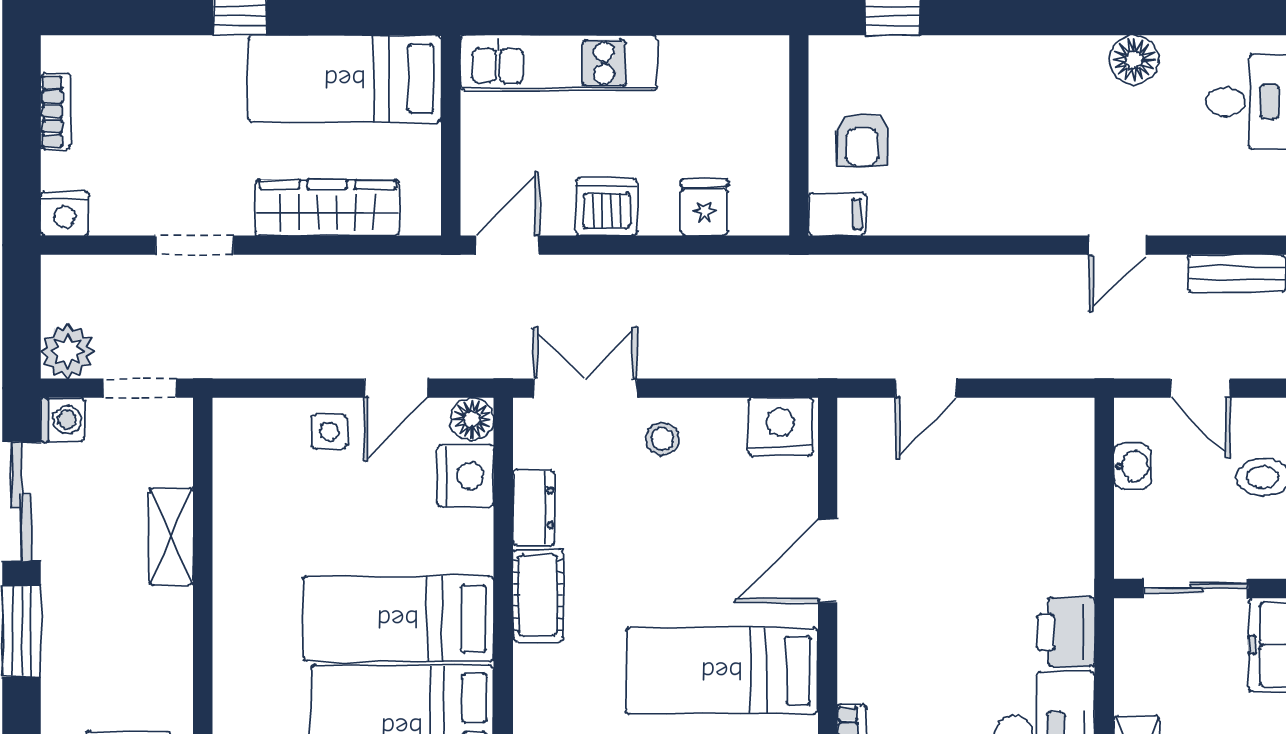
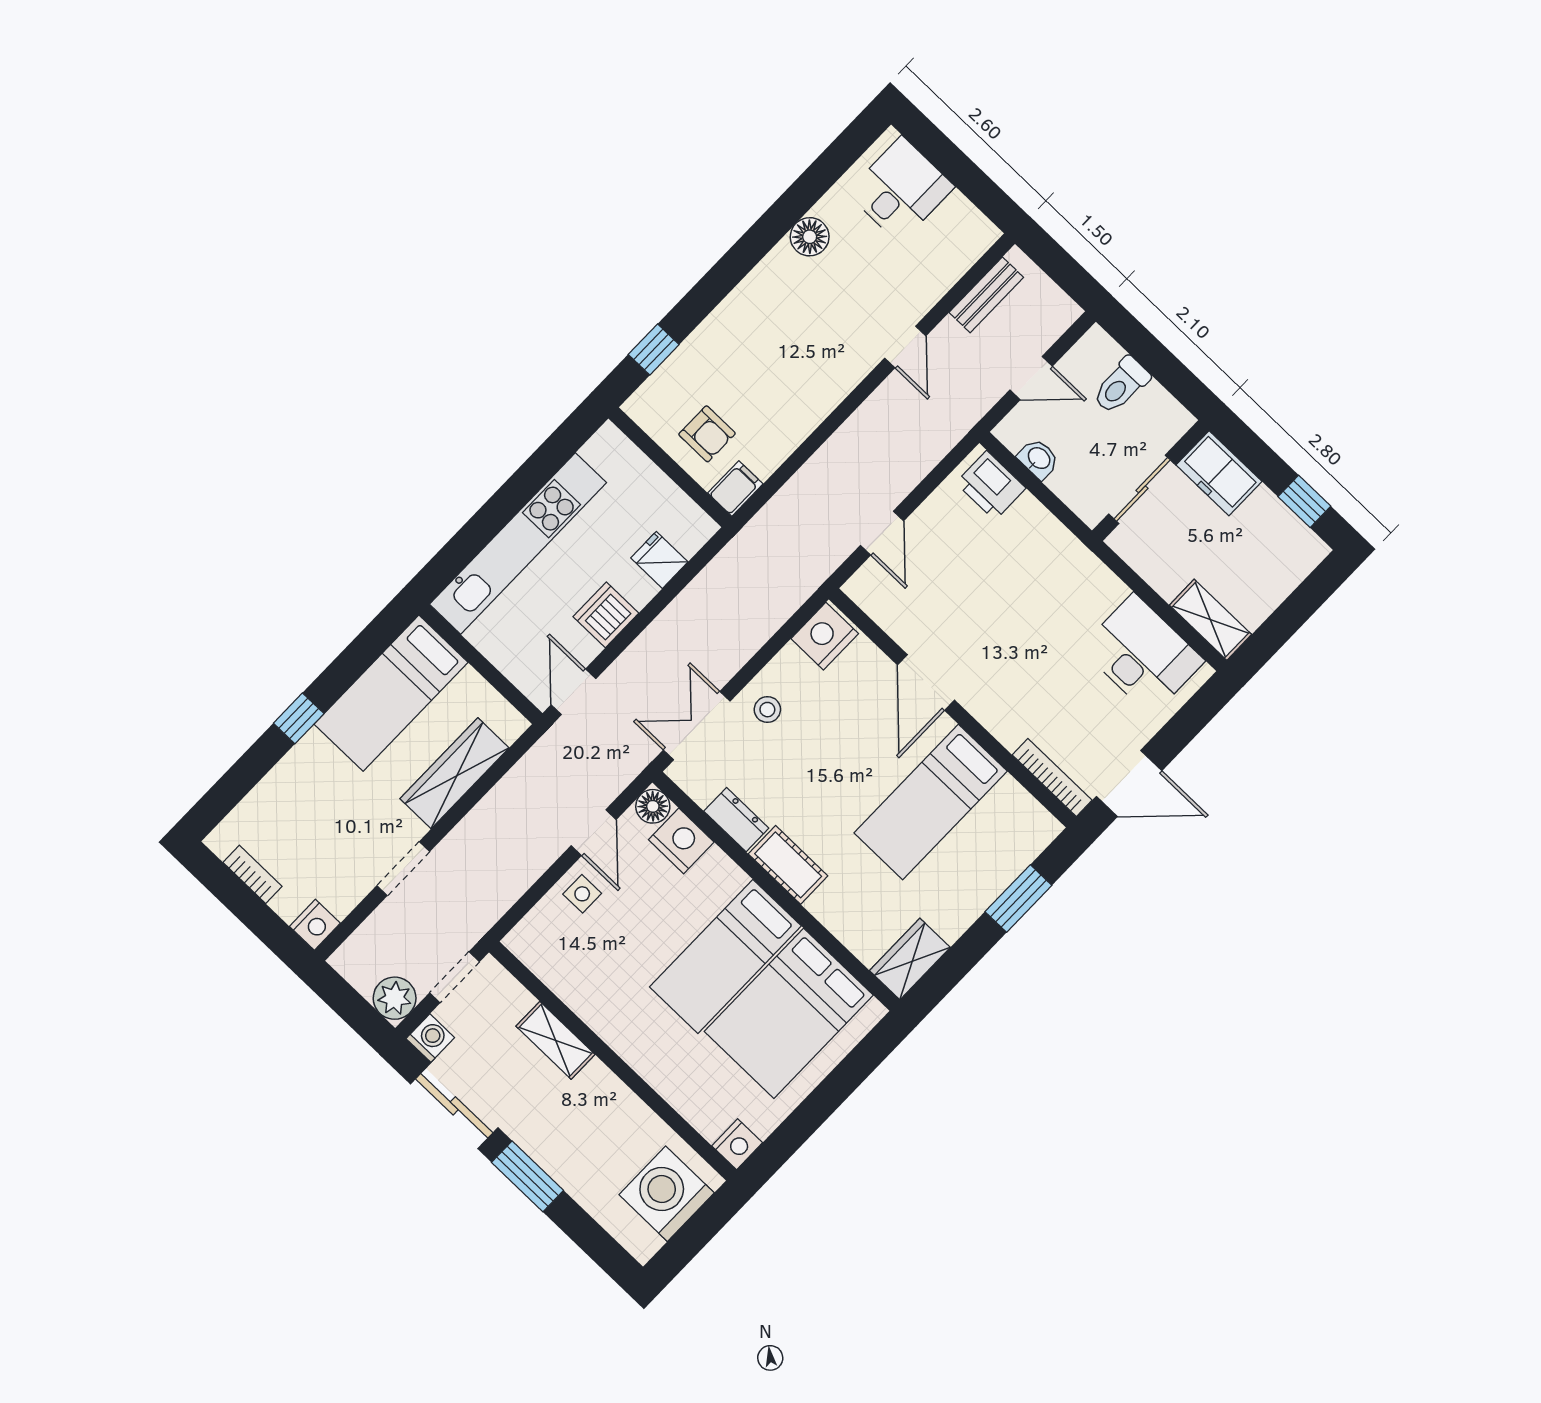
kitchen unit: (559, 63) -> (518, 543), width x1.36
printer: (1066, 632) -> (991, 485), moved

